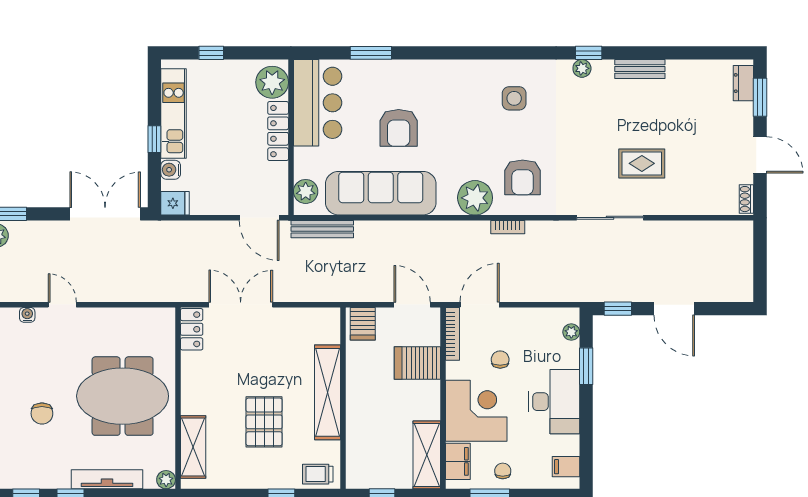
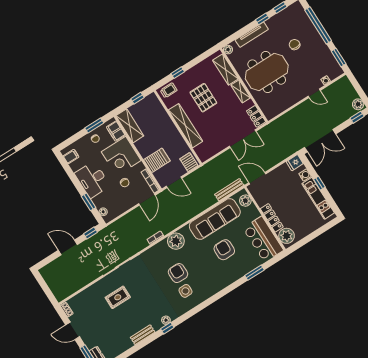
window: (211, 53) -> (318, 232), removed
armchair: (523, 177) -> (178, 273), moved
shelving: (191, 391) -> (241, 91), added

